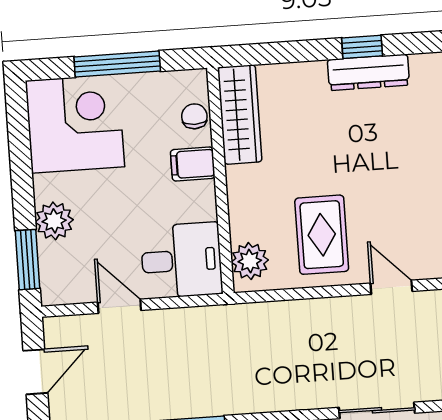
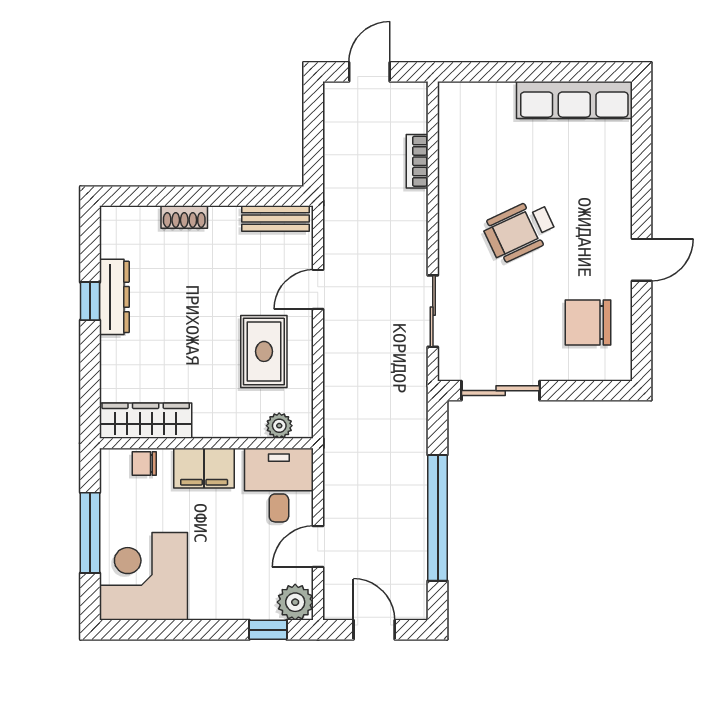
filing cabinet: (193, 164) -> (204, 468), width x2.00
plant: (54, 221) -> (295, 602), moved
rug: (322, 235) -> (264, 351), turned 90
window: (28, 260) -> (268, 630), width x0.67
plant: (250, 261) -> (279, 426), width x0.73, depth x0.73

